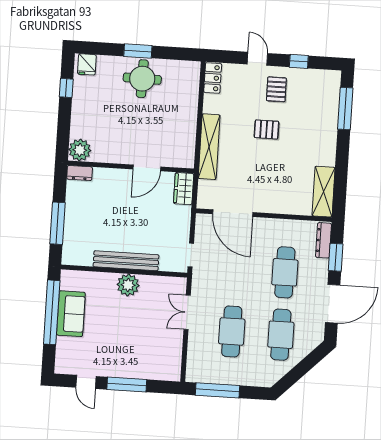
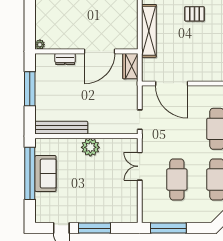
plant: (80, 150) -> (40, 45), width x0.53, depth x0.53
door: (147, 168) -> (99, 51), width x1.36
dresser: (80, 173) -> (65, 59), moved
window: (57, 223) -> (30, 89), moved
bench: (126, 261) -> (61, 128), moved

